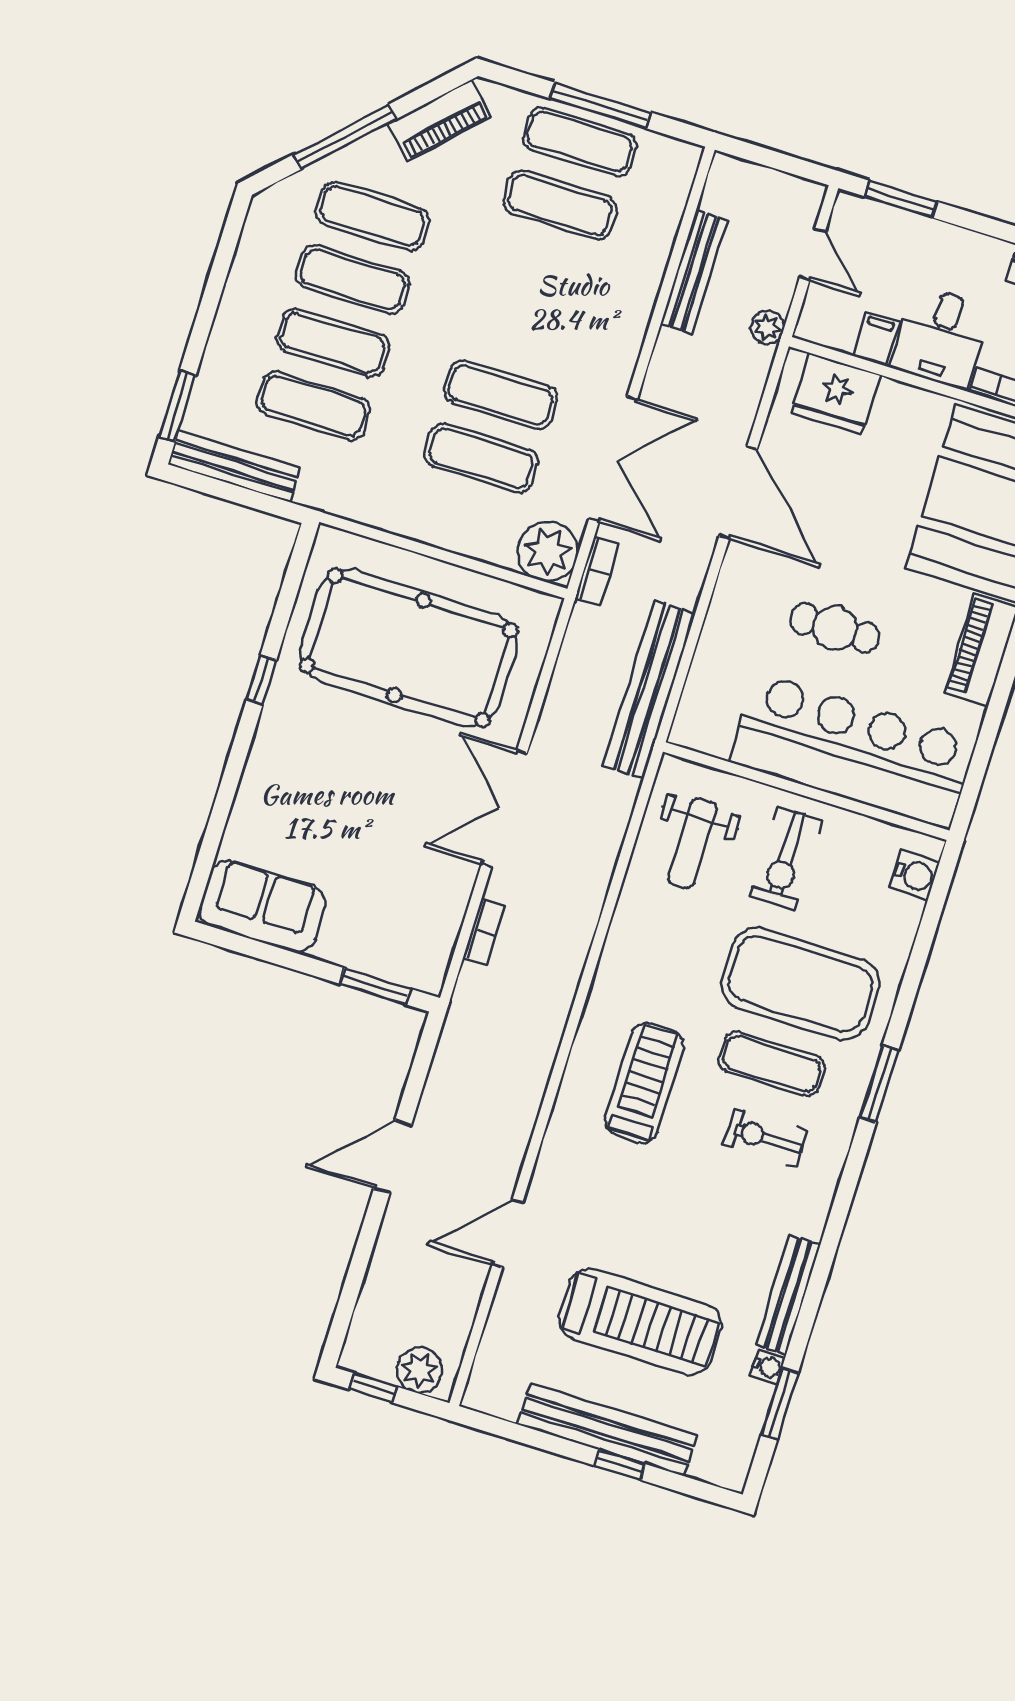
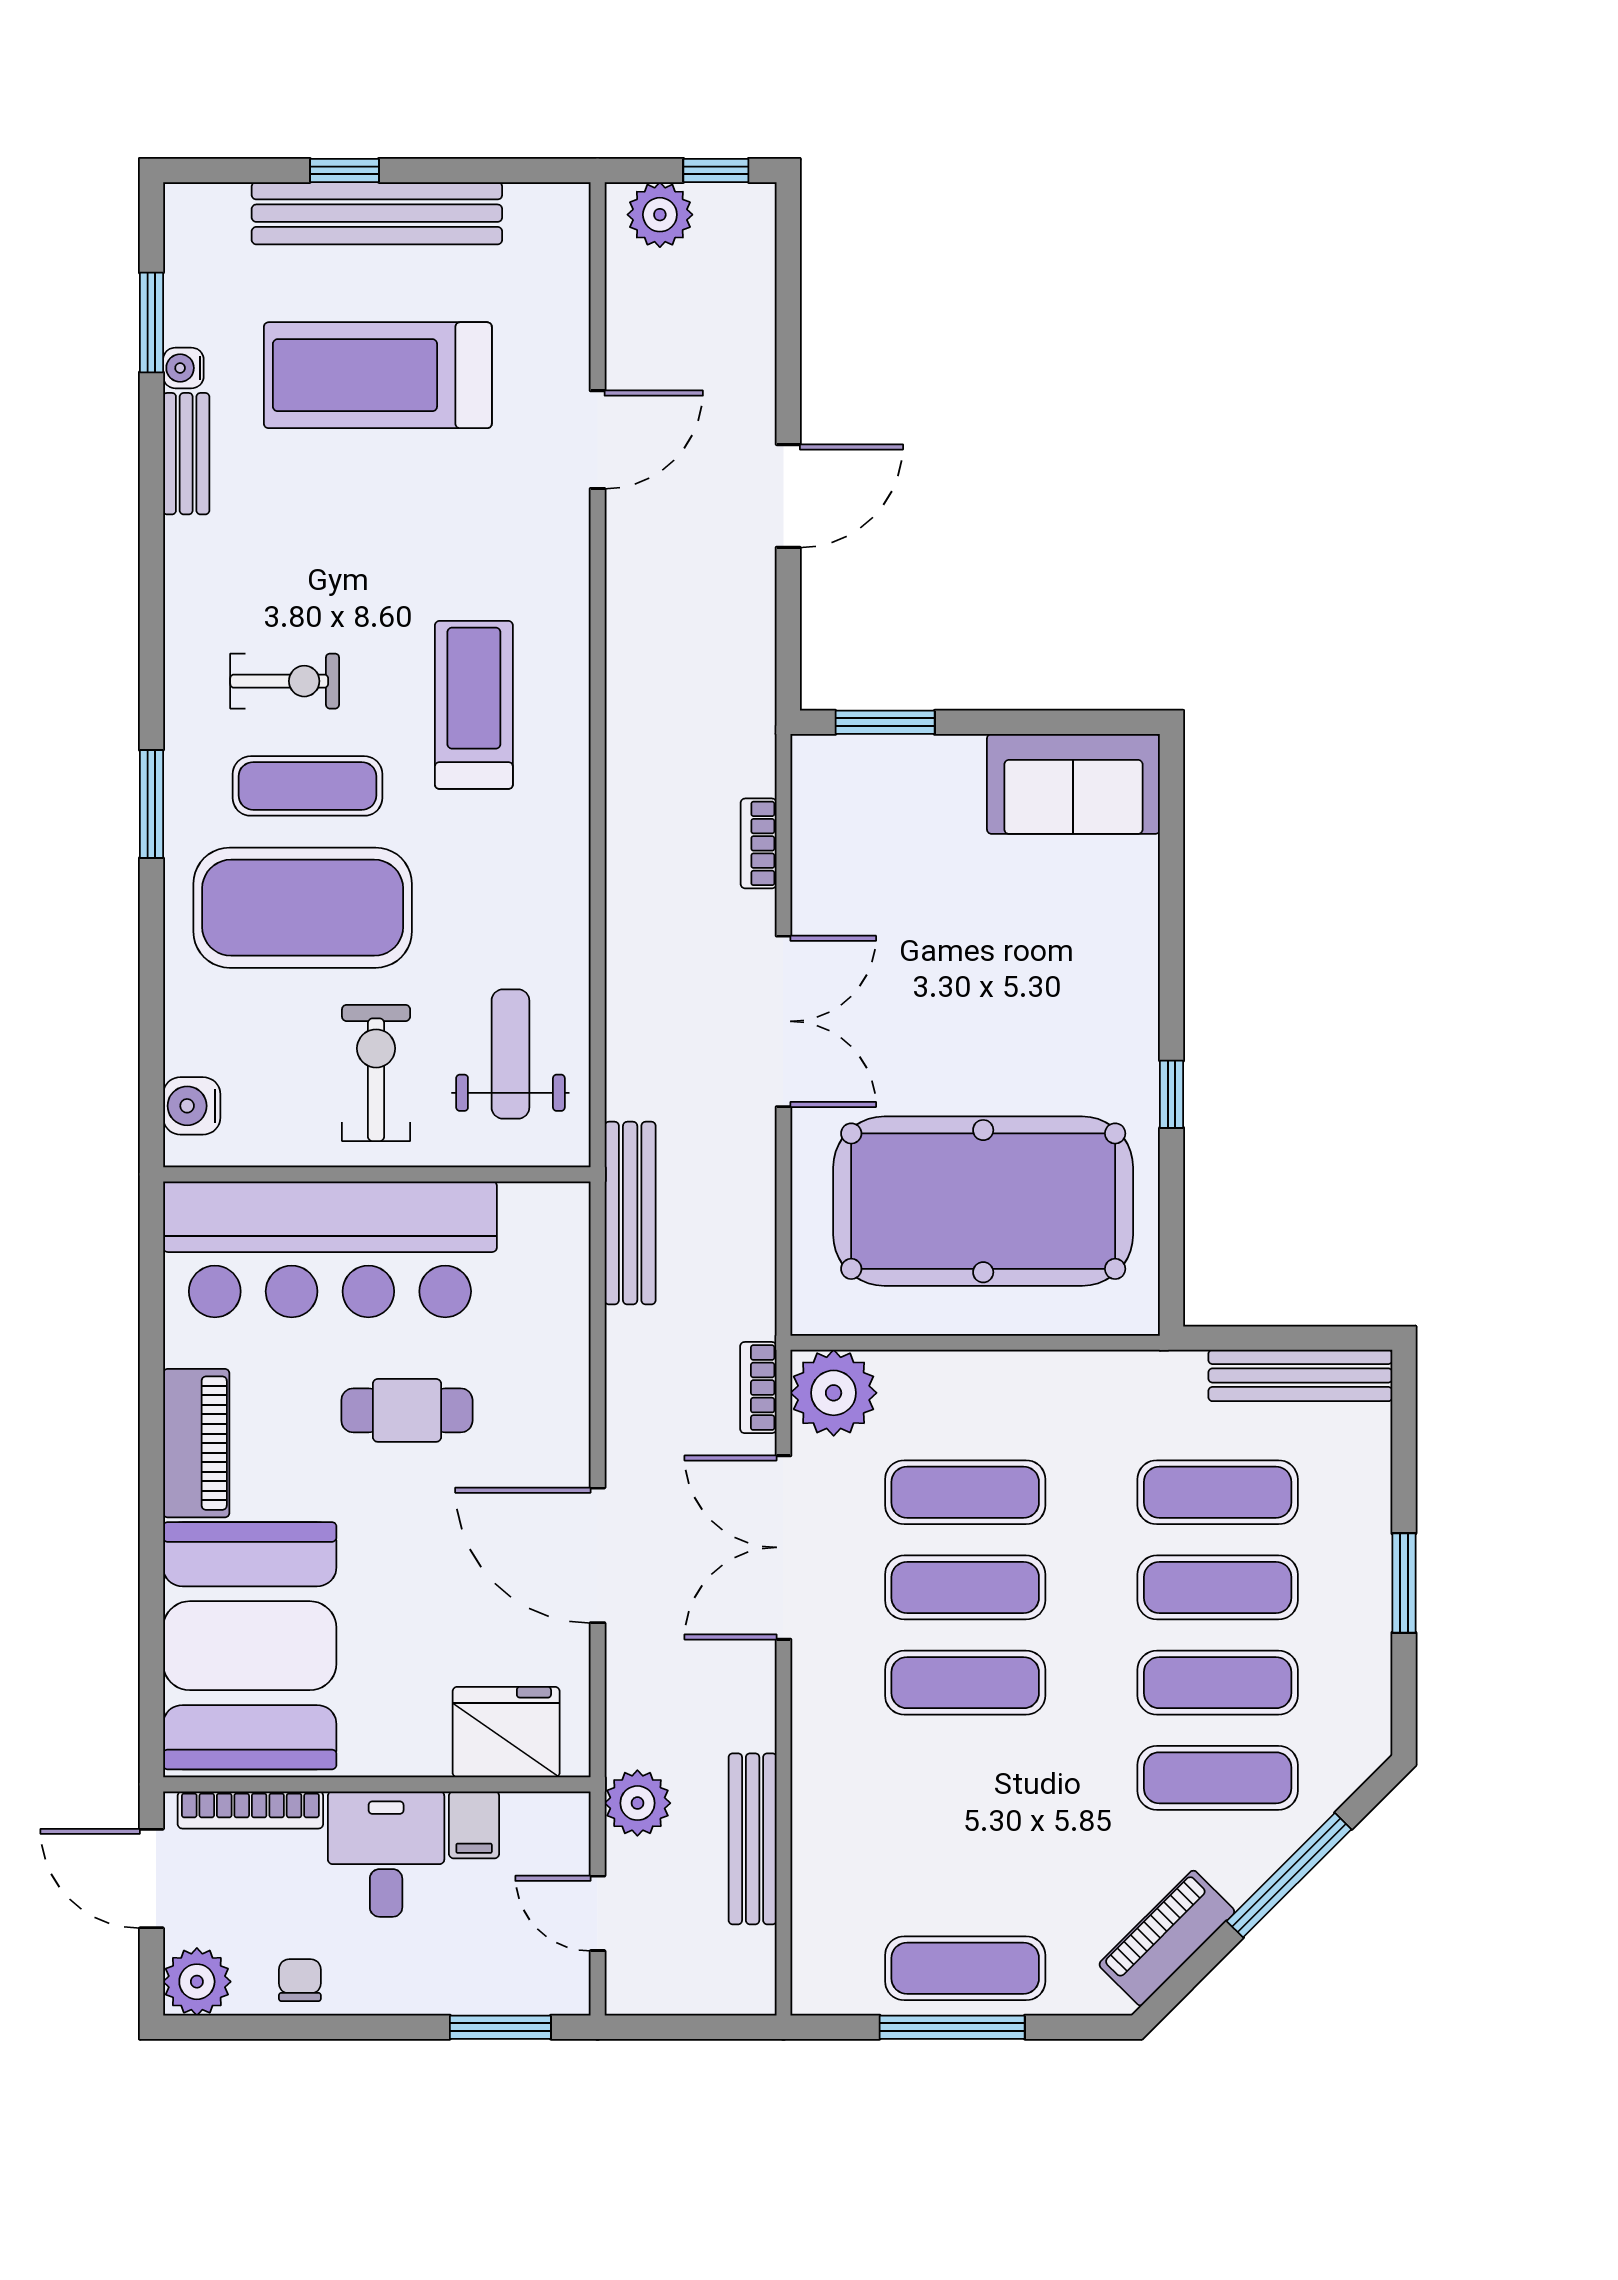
exercise mat: (560, 205) -> (965, 1683), moved
plant: (767, 327) -> (637, 1803), width x1.38, depth x1.38
window: (177, 406) -> (1404, 1583), moved
bench: (649, 690) -> (630, 1213), width x0.73, depth x0.82
treadmill: (644, 1083) -> (474, 705), turned 180
bench: (788, 1295) -> (186, 454), width x0.73

